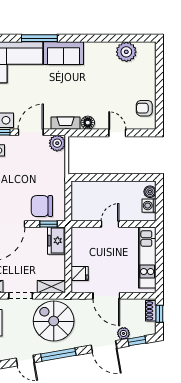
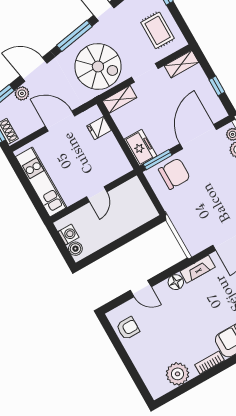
bookcase: (97, 47) -> (210, 363), added
plant: (57, 143) -> (195, 245), removed
window: (49, 224) -> (158, 160), width x1.50

